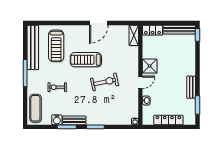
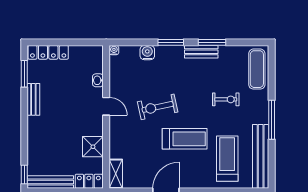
shower: (150, 66) -> (93, 147), moved
door: (140, 82) -> (106, 106), swing flipped
water cooler: (57, 120) -> (147, 53), moved
locker: (168, 120) -> (48, 52), moved

